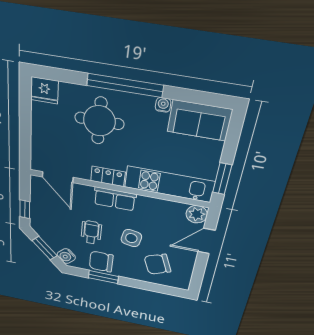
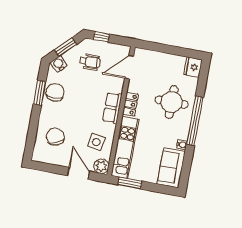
wheelchair: (91, 232) -> (90, 62), moved
side table: (131, 238) -> (96, 142), moved

